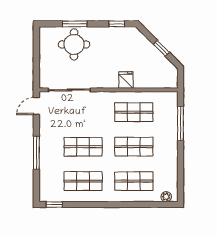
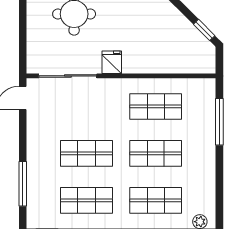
window: (162, 48) -> (204, 30), moved
fridge: (126, 80) -> (112, 62), moved
window: (36, 153) -> (23, 184), moved

